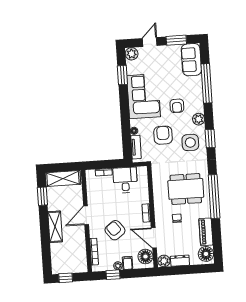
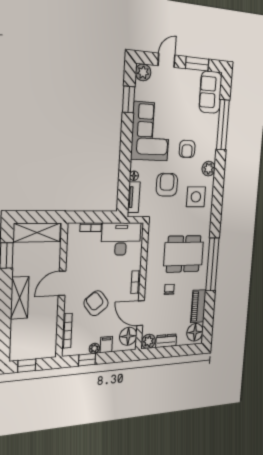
window: (210, 139) -> (218, 194), removed
desk: (125, 180) -> (121, 239), width x1.37

